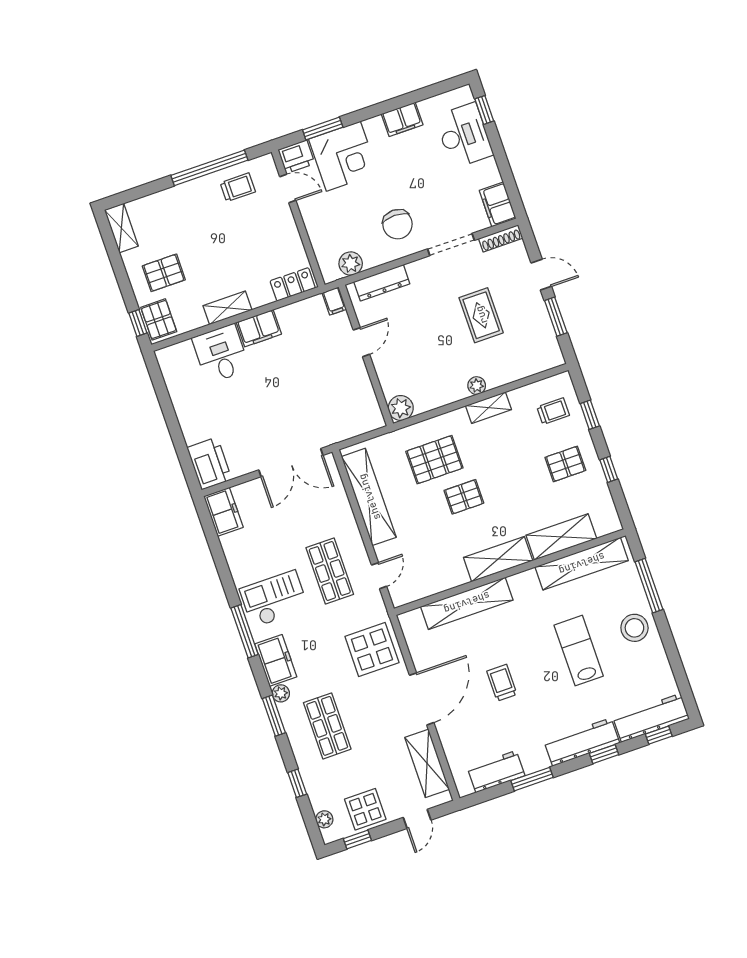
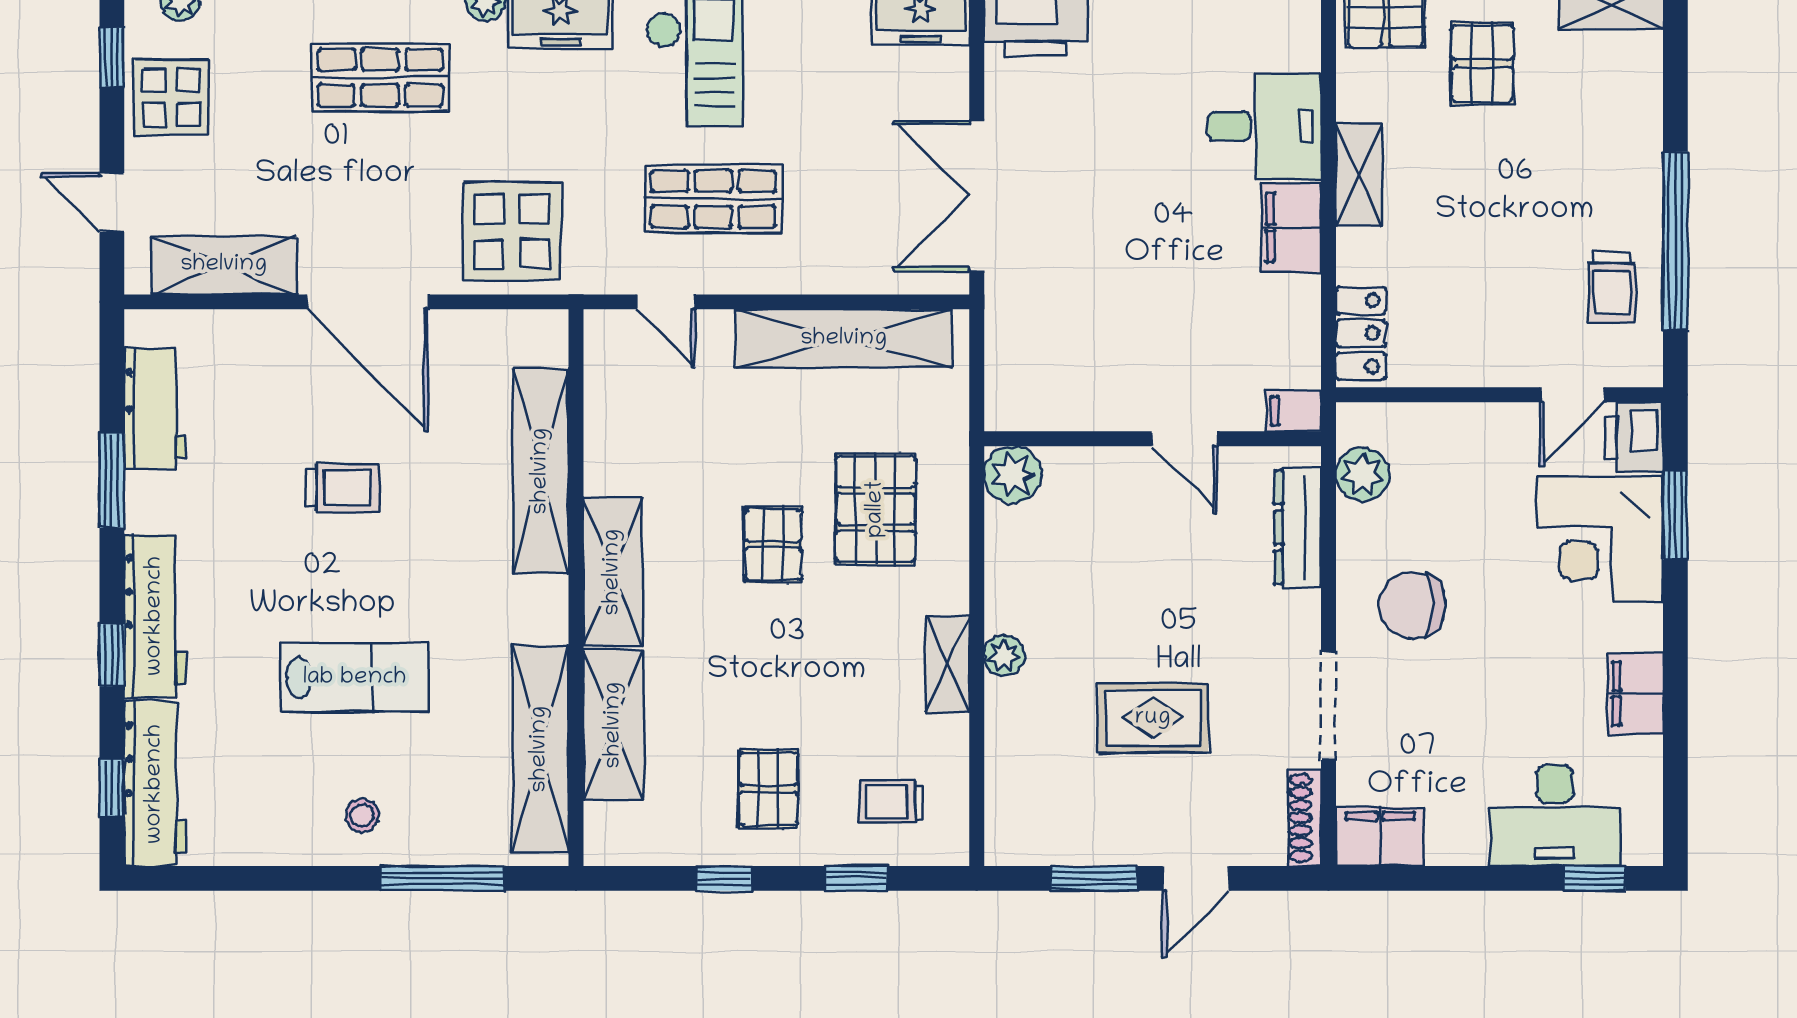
trolley: (553, 411) -> (892, 802), turned 90
stool: (634, 628) -> (362, 815), width x0.53, depth x0.53

